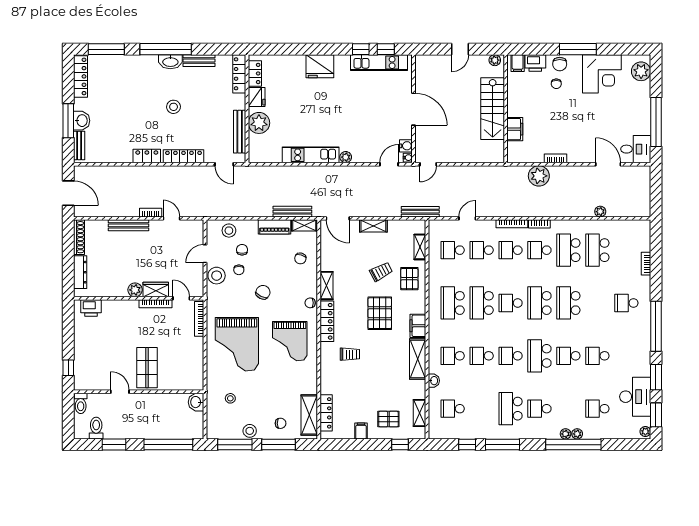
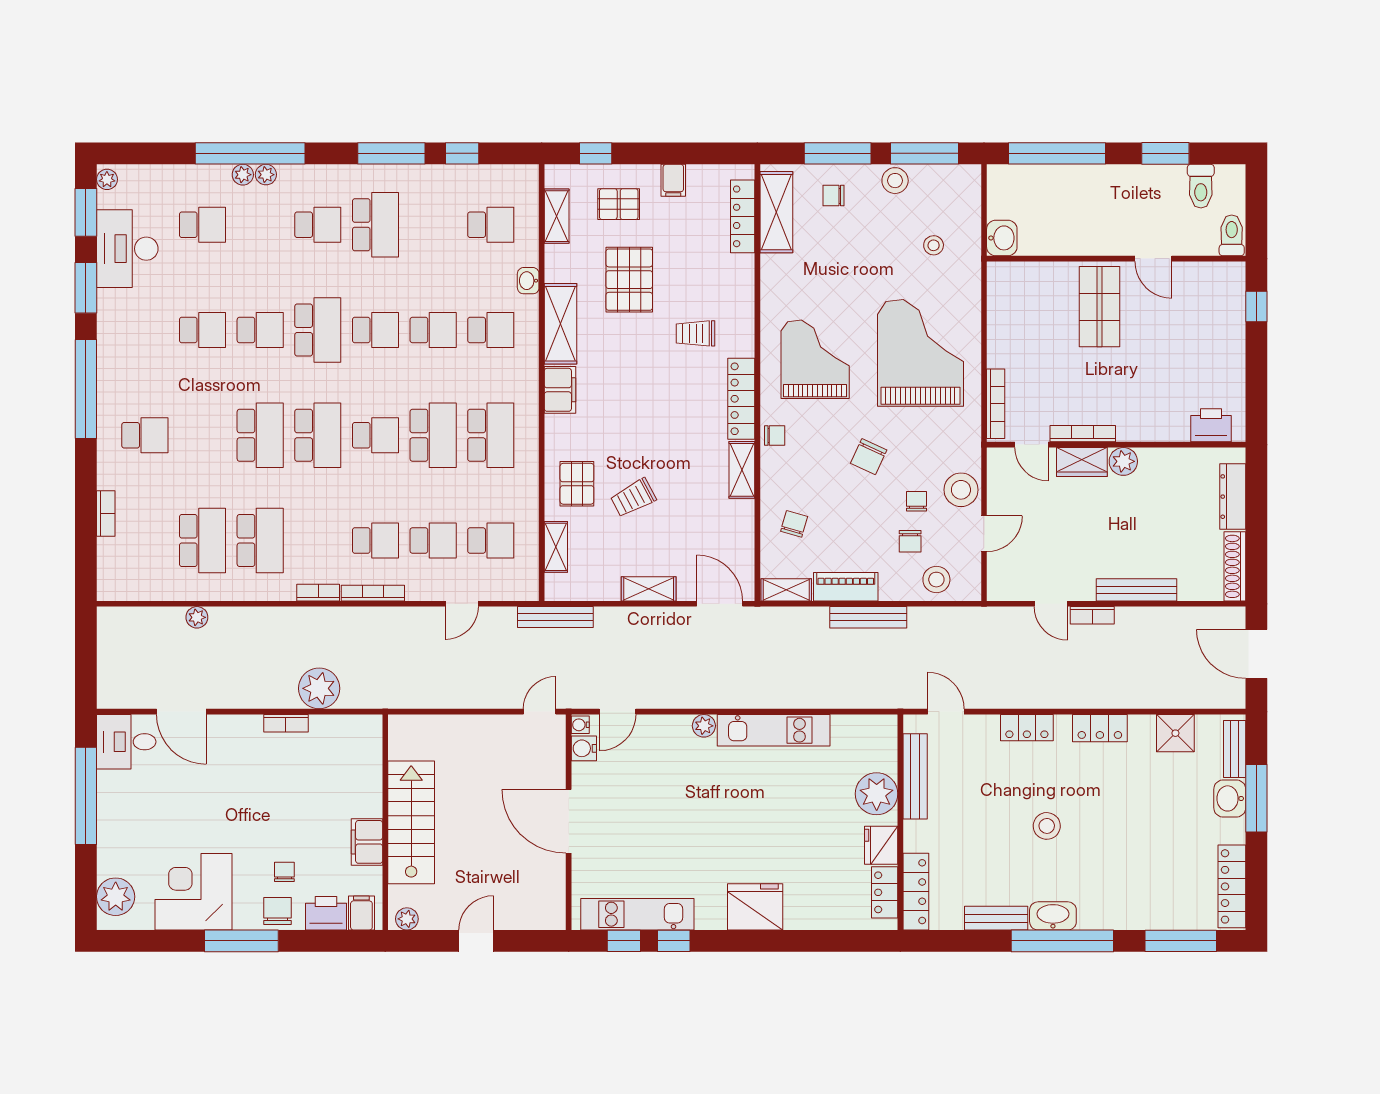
filing cabinet: (515, 129) -> (367, 842), moved
shower: (109, 153) -> (1175, 733), added
locker: (183, 156) -> (1027, 728), width x0.66
bench: (292, 212) -> (868, 617), moved
school desk: (539, 250) -> (318, 540), removed
pallet: (380, 313) -> (629, 280), moved

